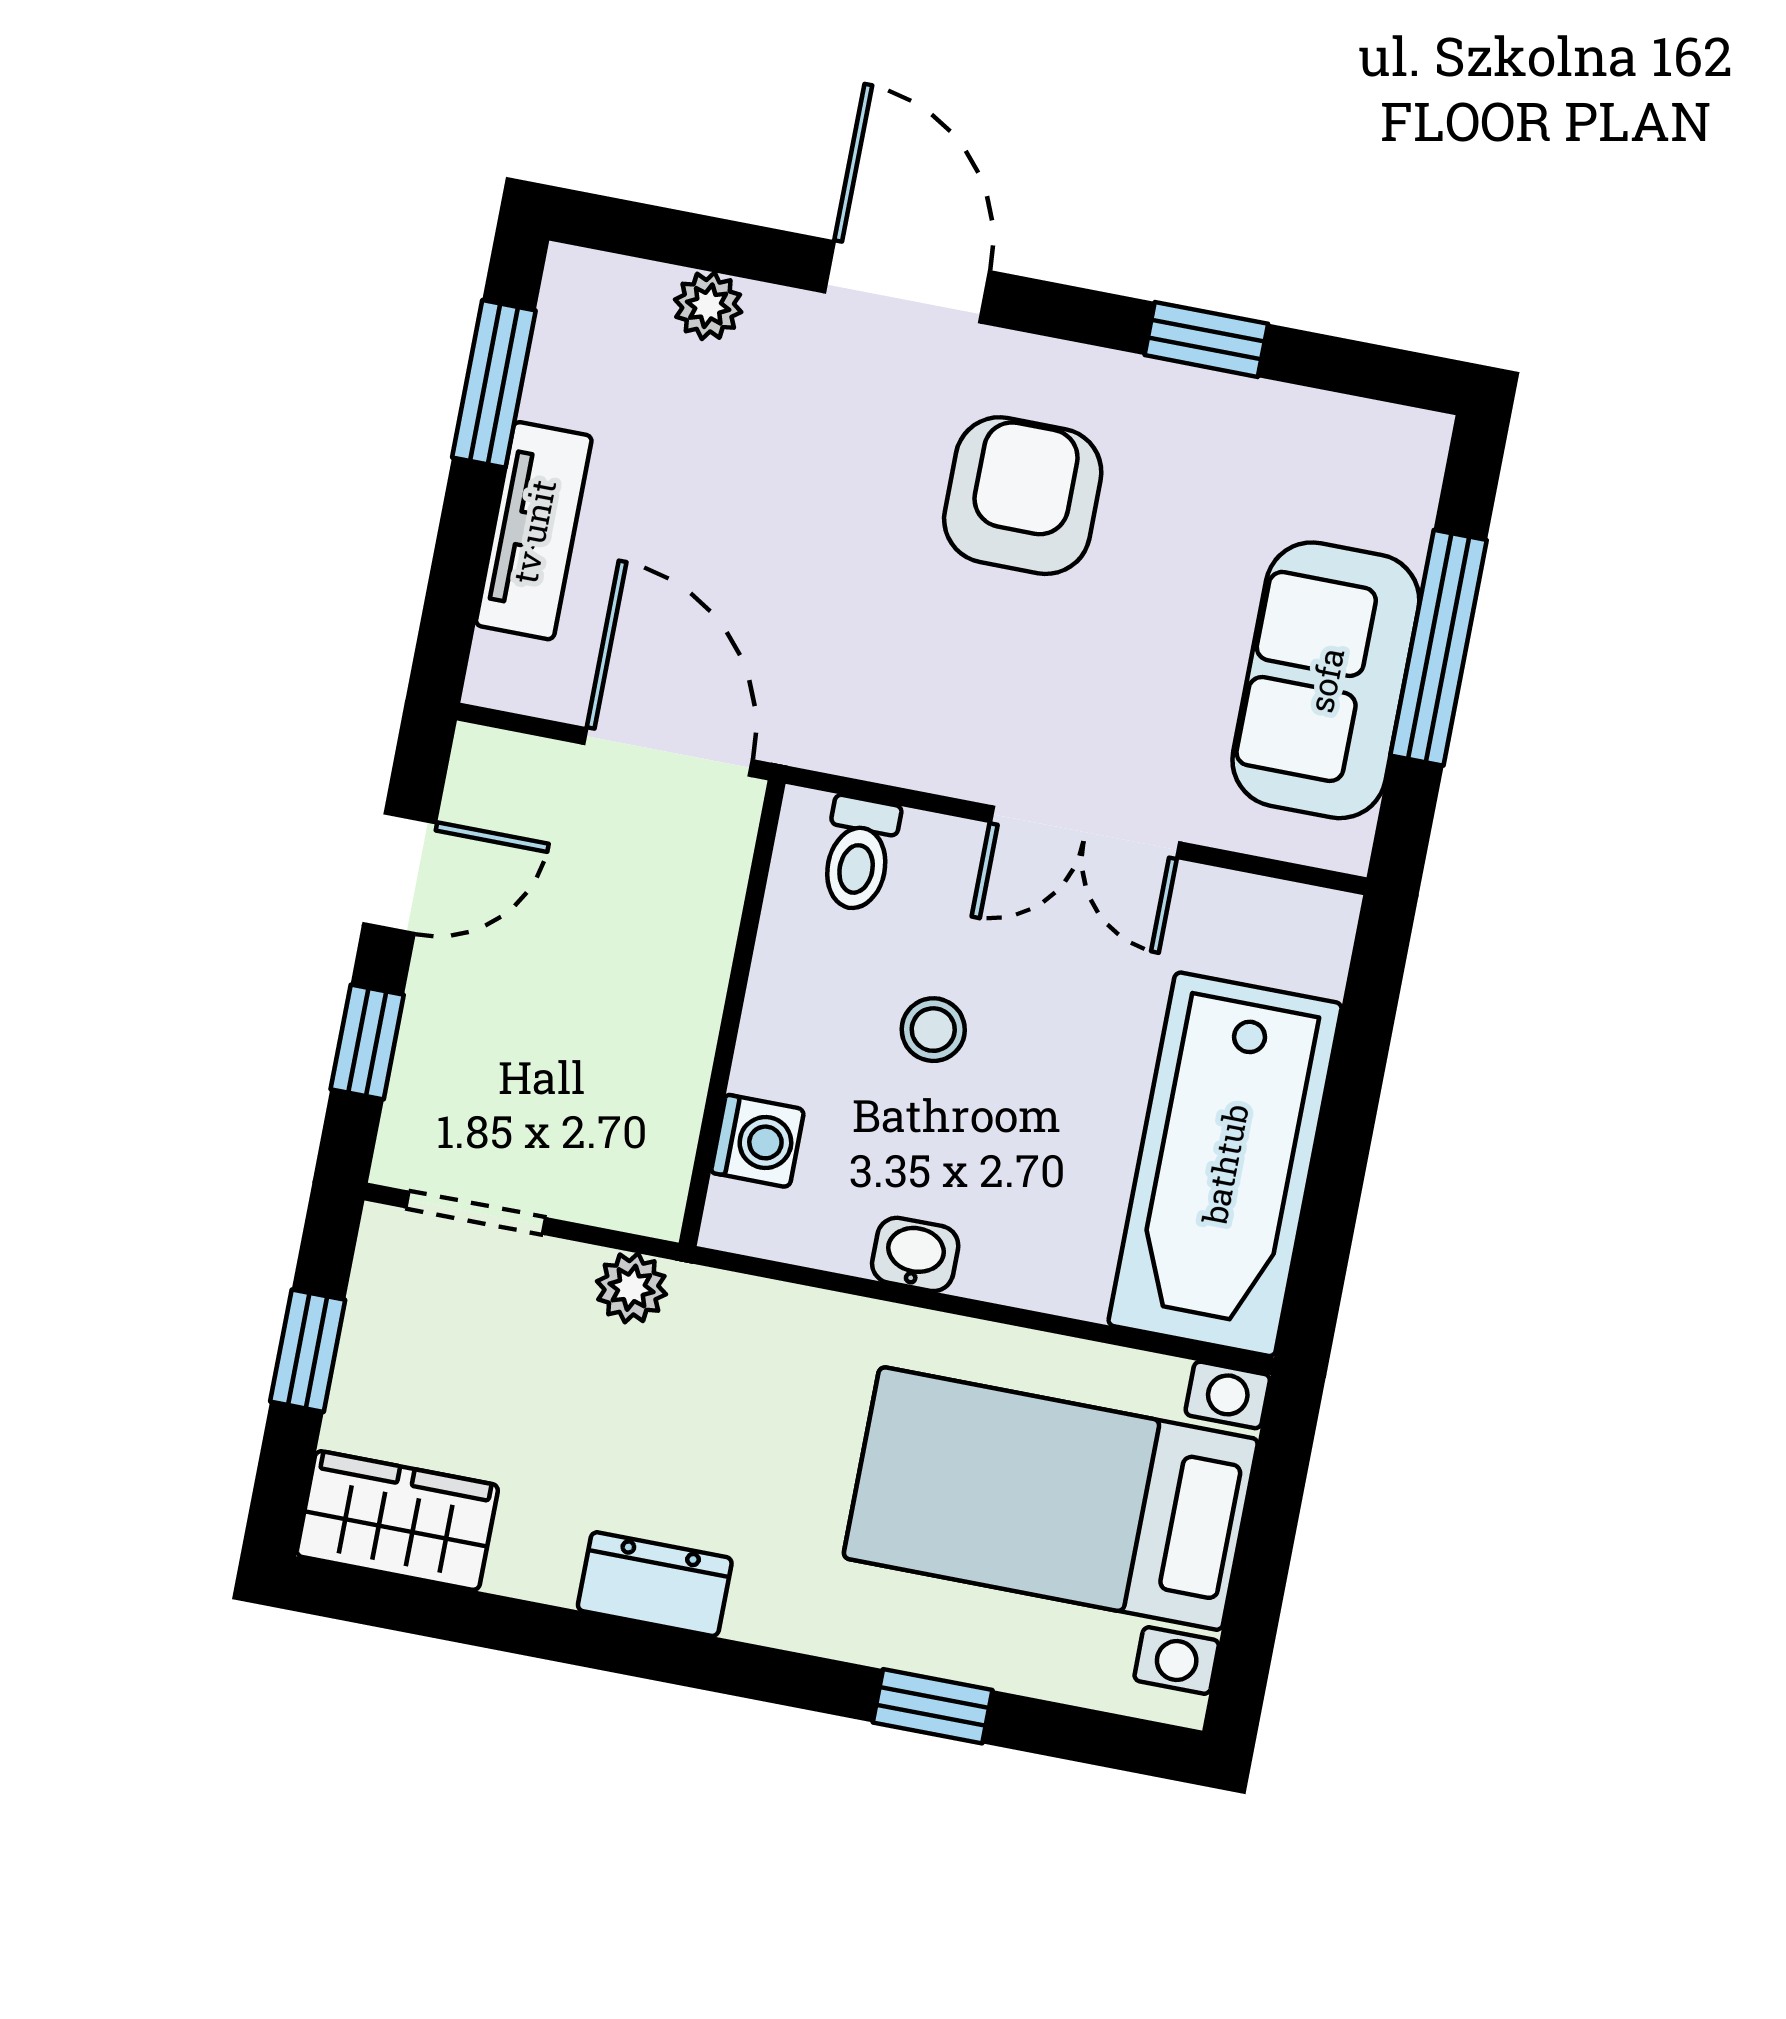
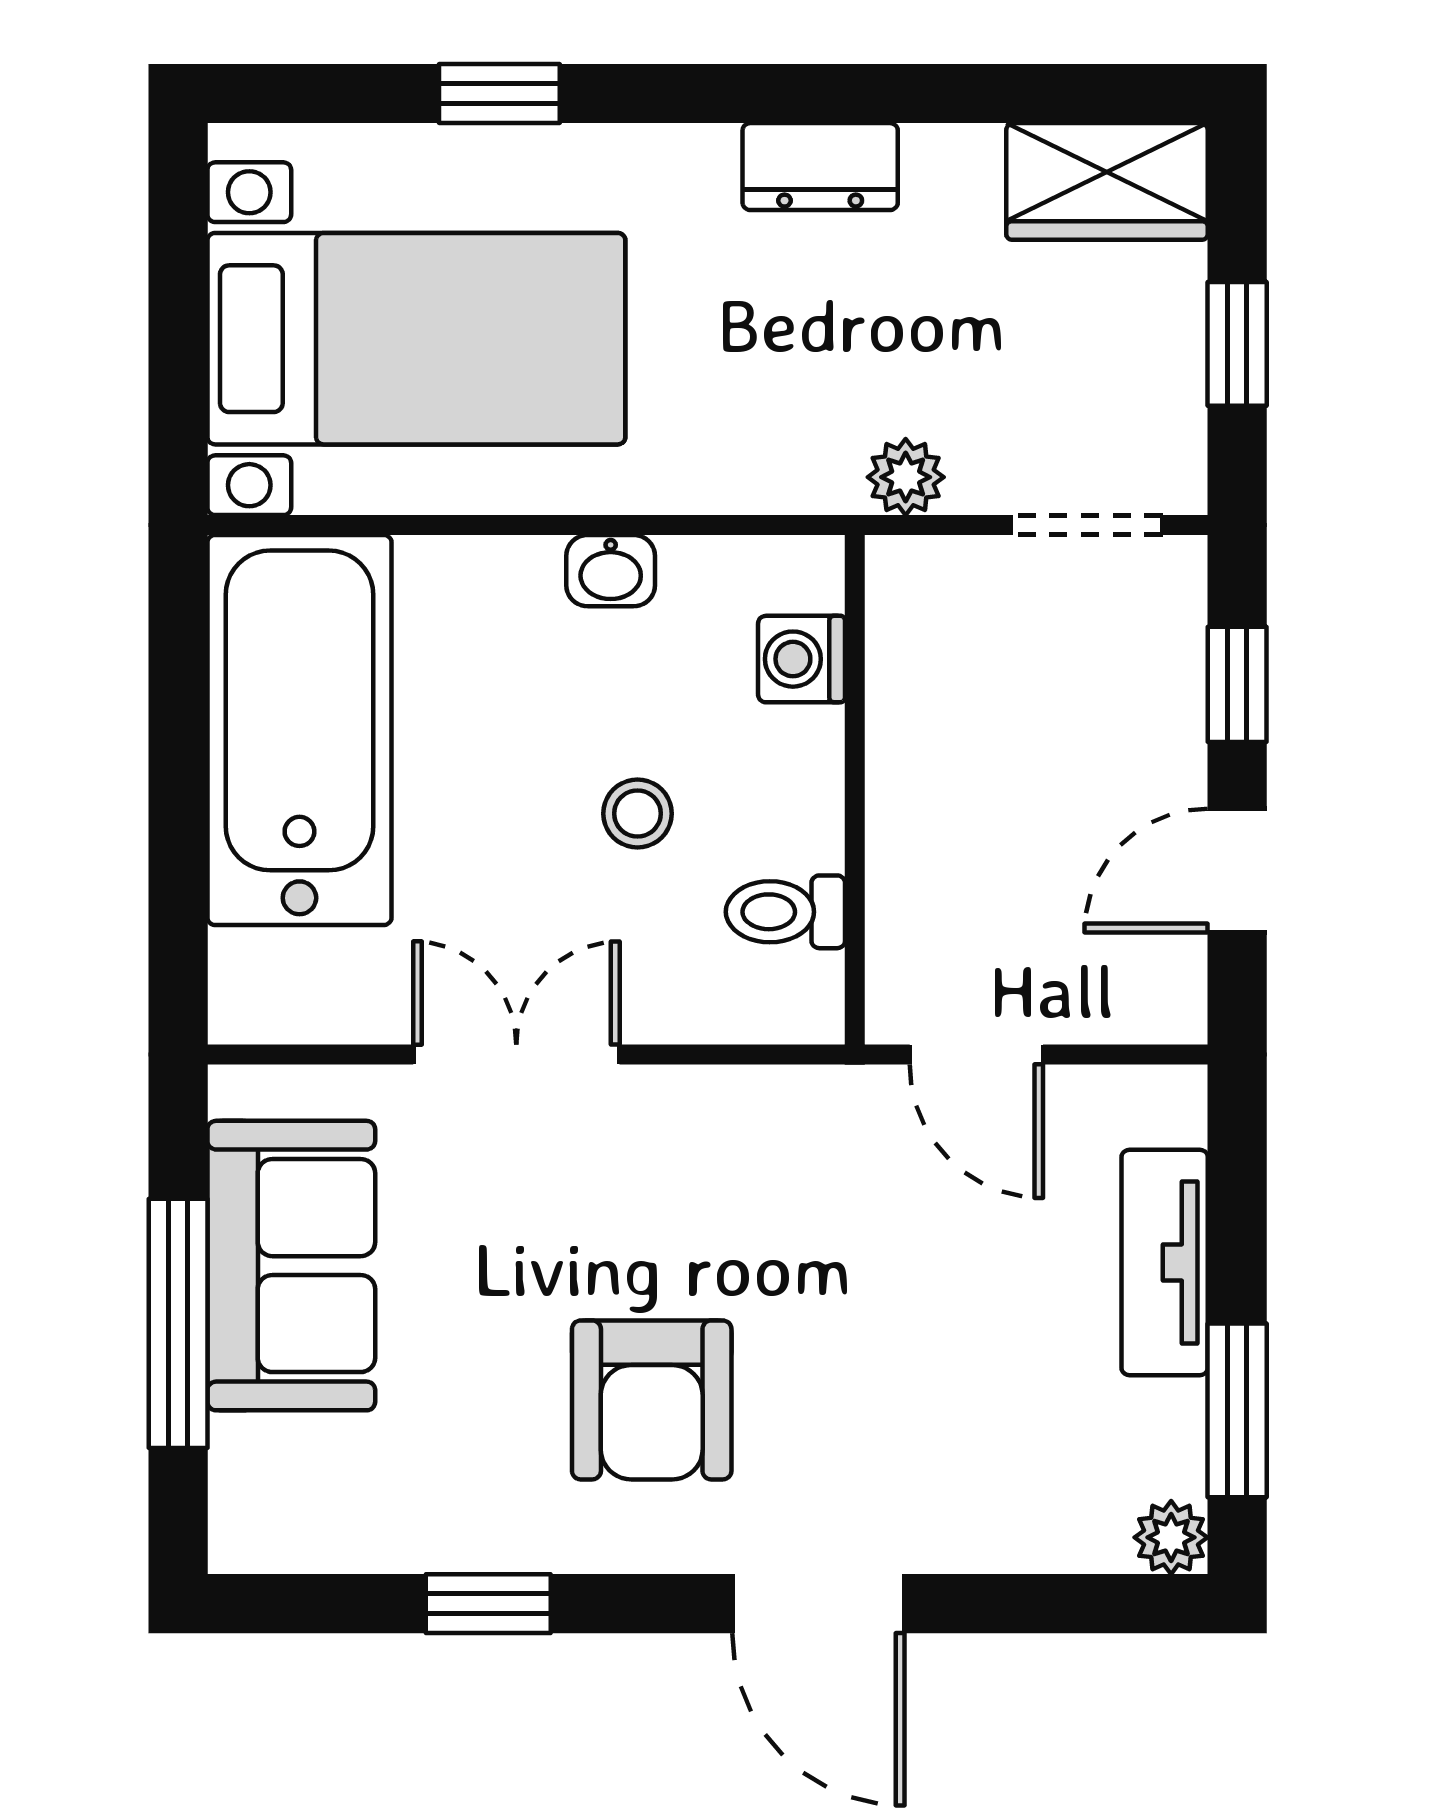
plant: (708, 306) -> (1171, 1537), moved
door: (668, 752) -> (976, 1055), width x0.73
toilet: (859, 854) -> (785, 912), moved, turned -90

